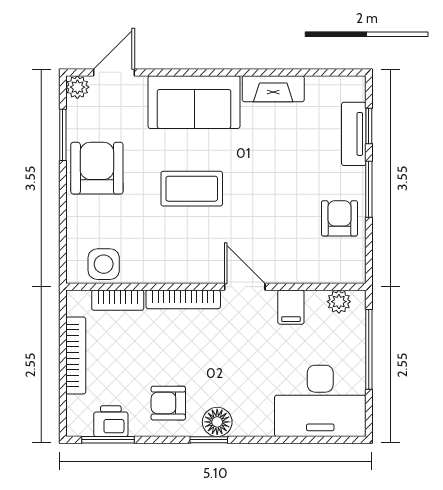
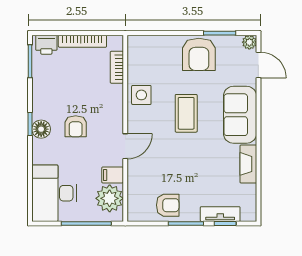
armchair: (97, 168) -> (199, 54), turned 90
side table: (104, 264) -> (141, 95), moved
bookcase: (183, 299) -> (117, 108), removed
plant: (339, 302) -> (110, 198), width x1.87, depth x1.87
armchair: (168, 403) -> (76, 126), moved, turned 180
printer: (111, 421) -> (46, 45), moved, turned 90

